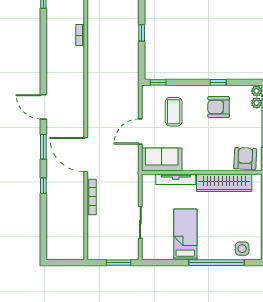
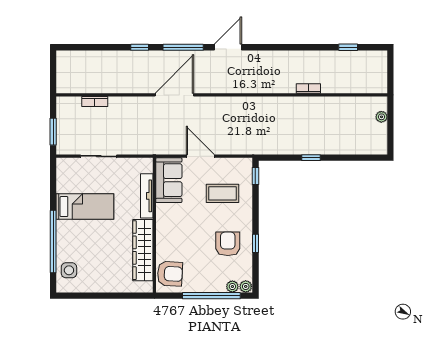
window: (43, 147) -> (183, 47), width x1.44
bookcase: (92, 197) -> (95, 101), moved, width x0.64

